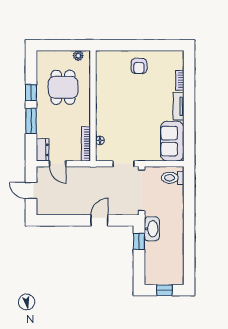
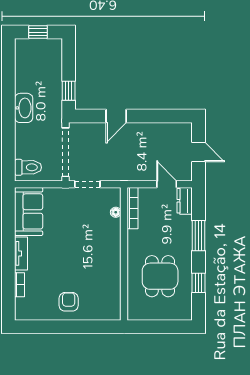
plant: (78, 56) -> (142, 314), removed
window: (31, 93) -> (199, 283), moved
washbasin: (152, 229) -> (24, 108), moved, turned 180

